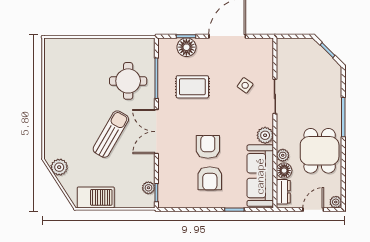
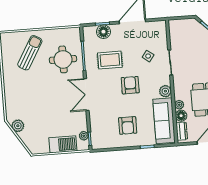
sun lounger: (111, 134) -> (30, 53), moved
armchair: (208, 147) -> (130, 85), moved
barbecue: (96, 197) -> (63, 144), moved

